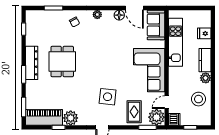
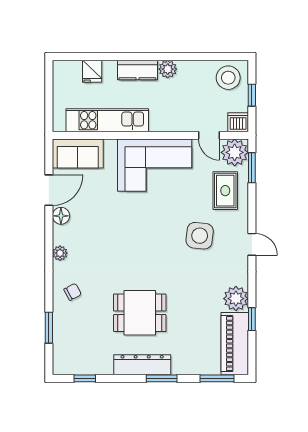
stool: (198, 99) -> (228, 78), moved
rug: (134, 112) -> (225, 191), turned 90

